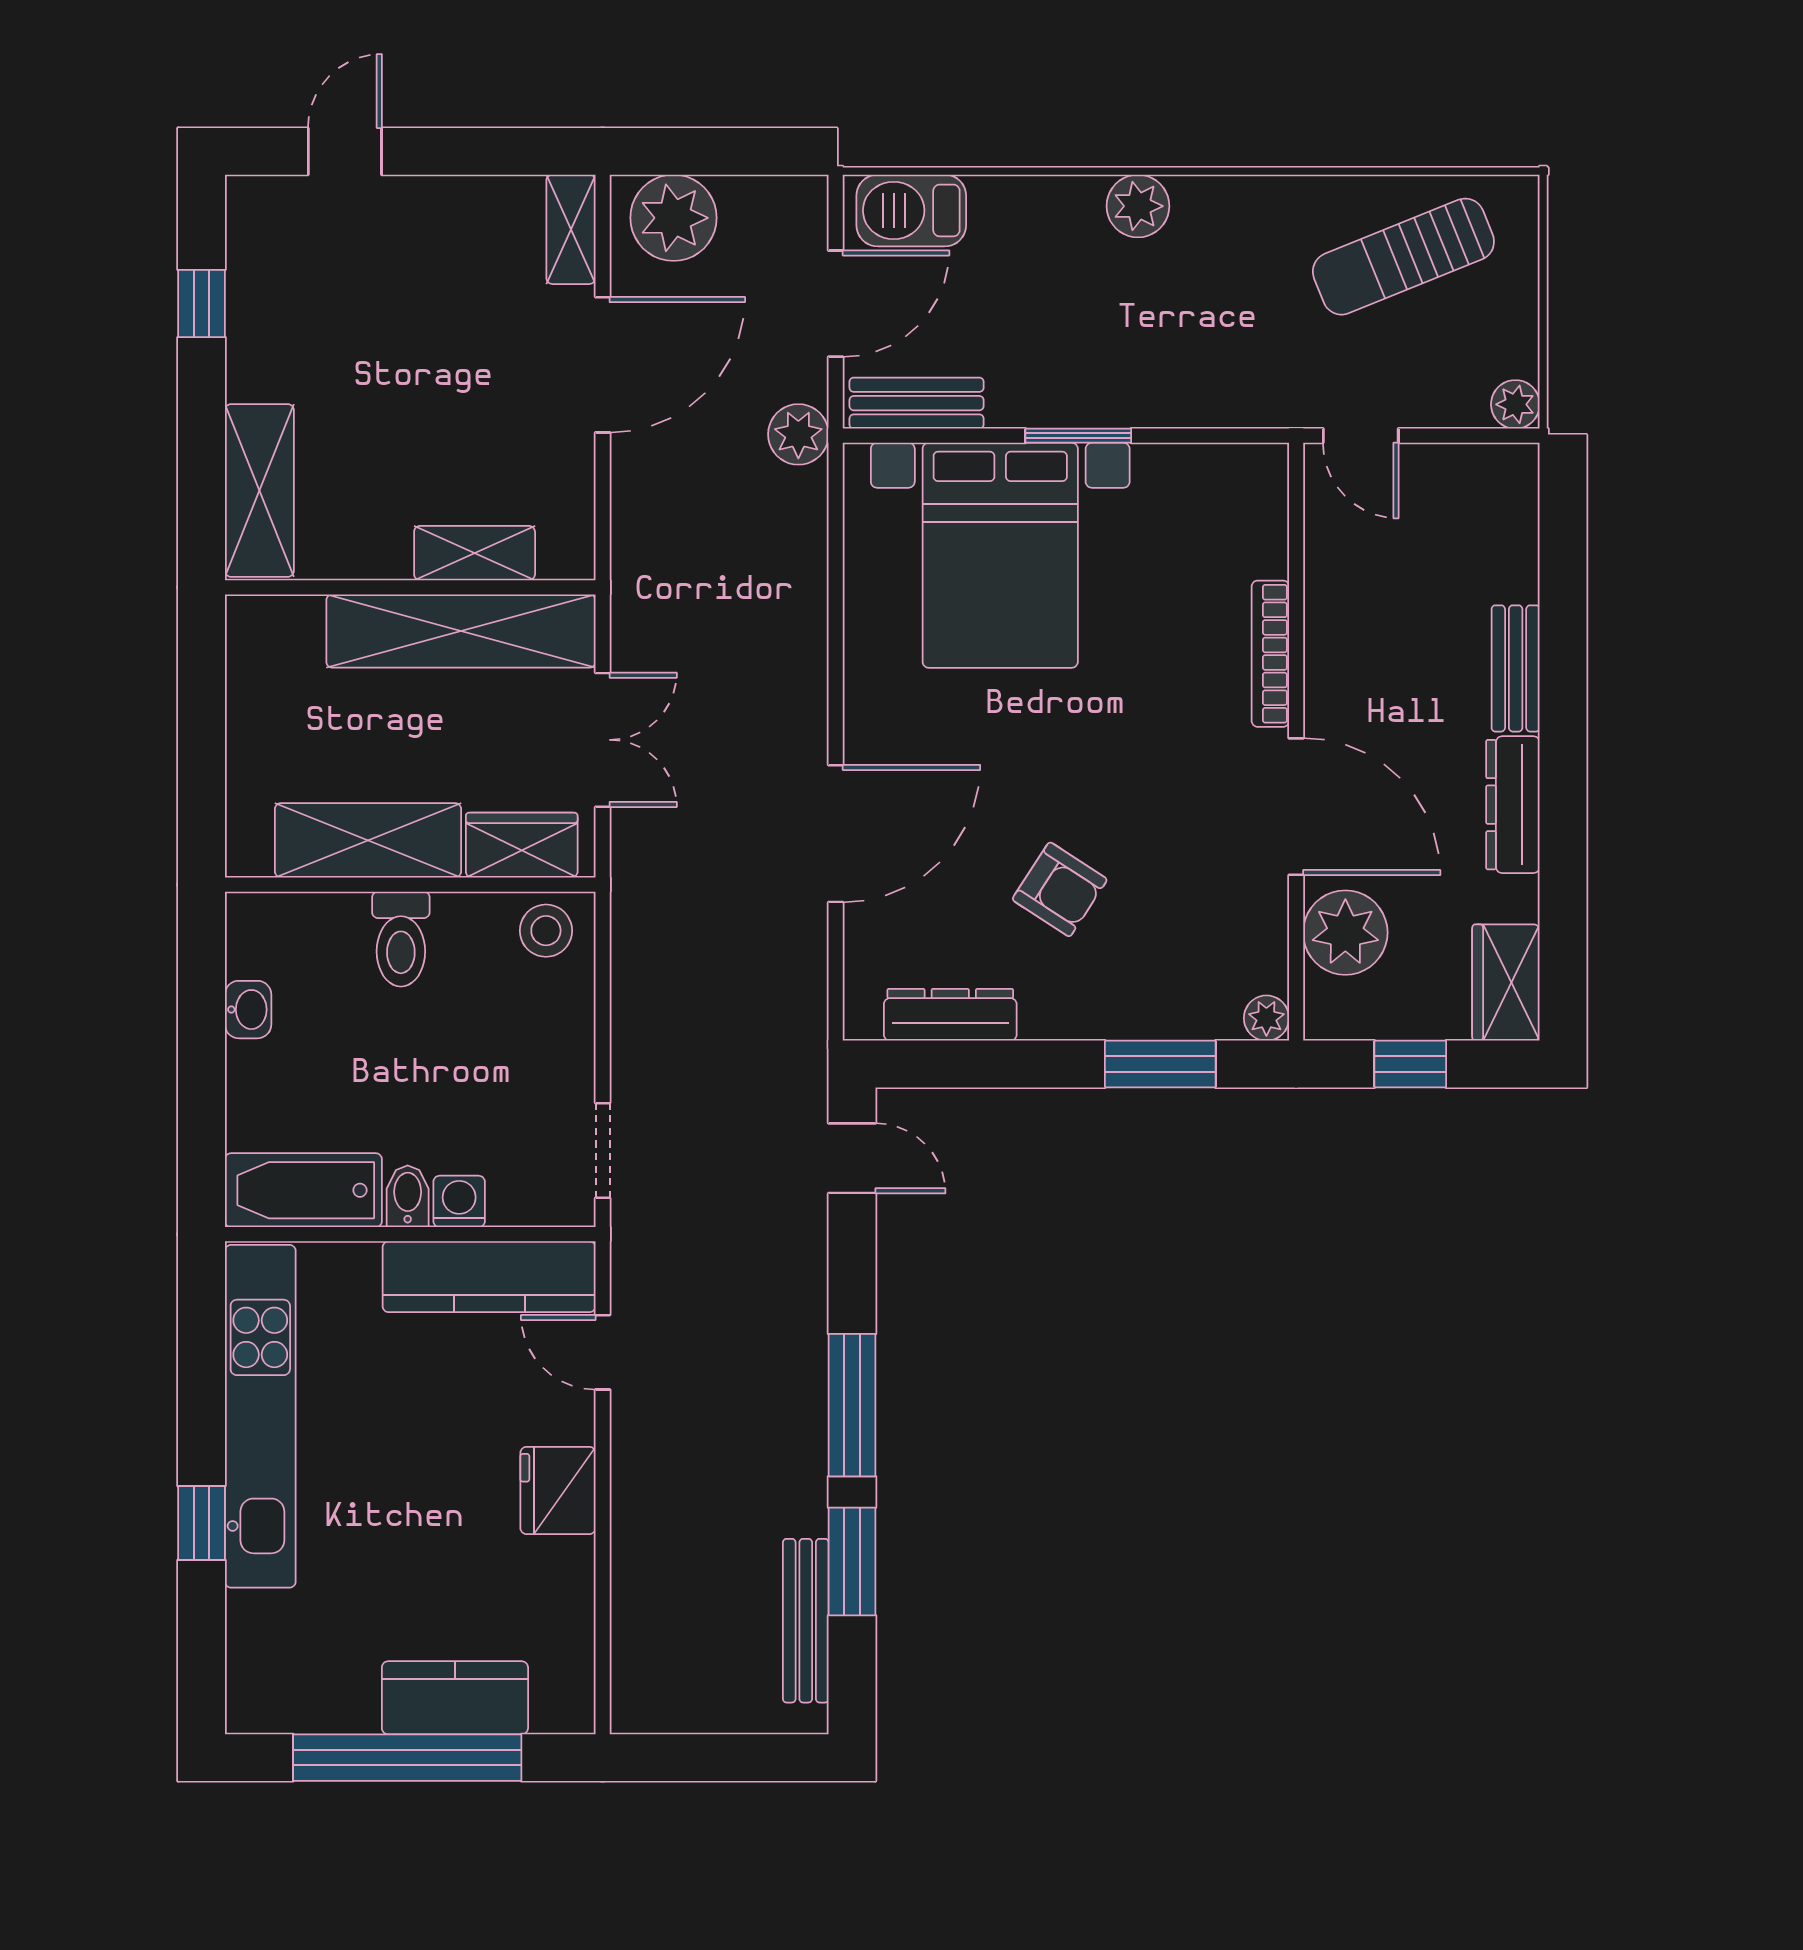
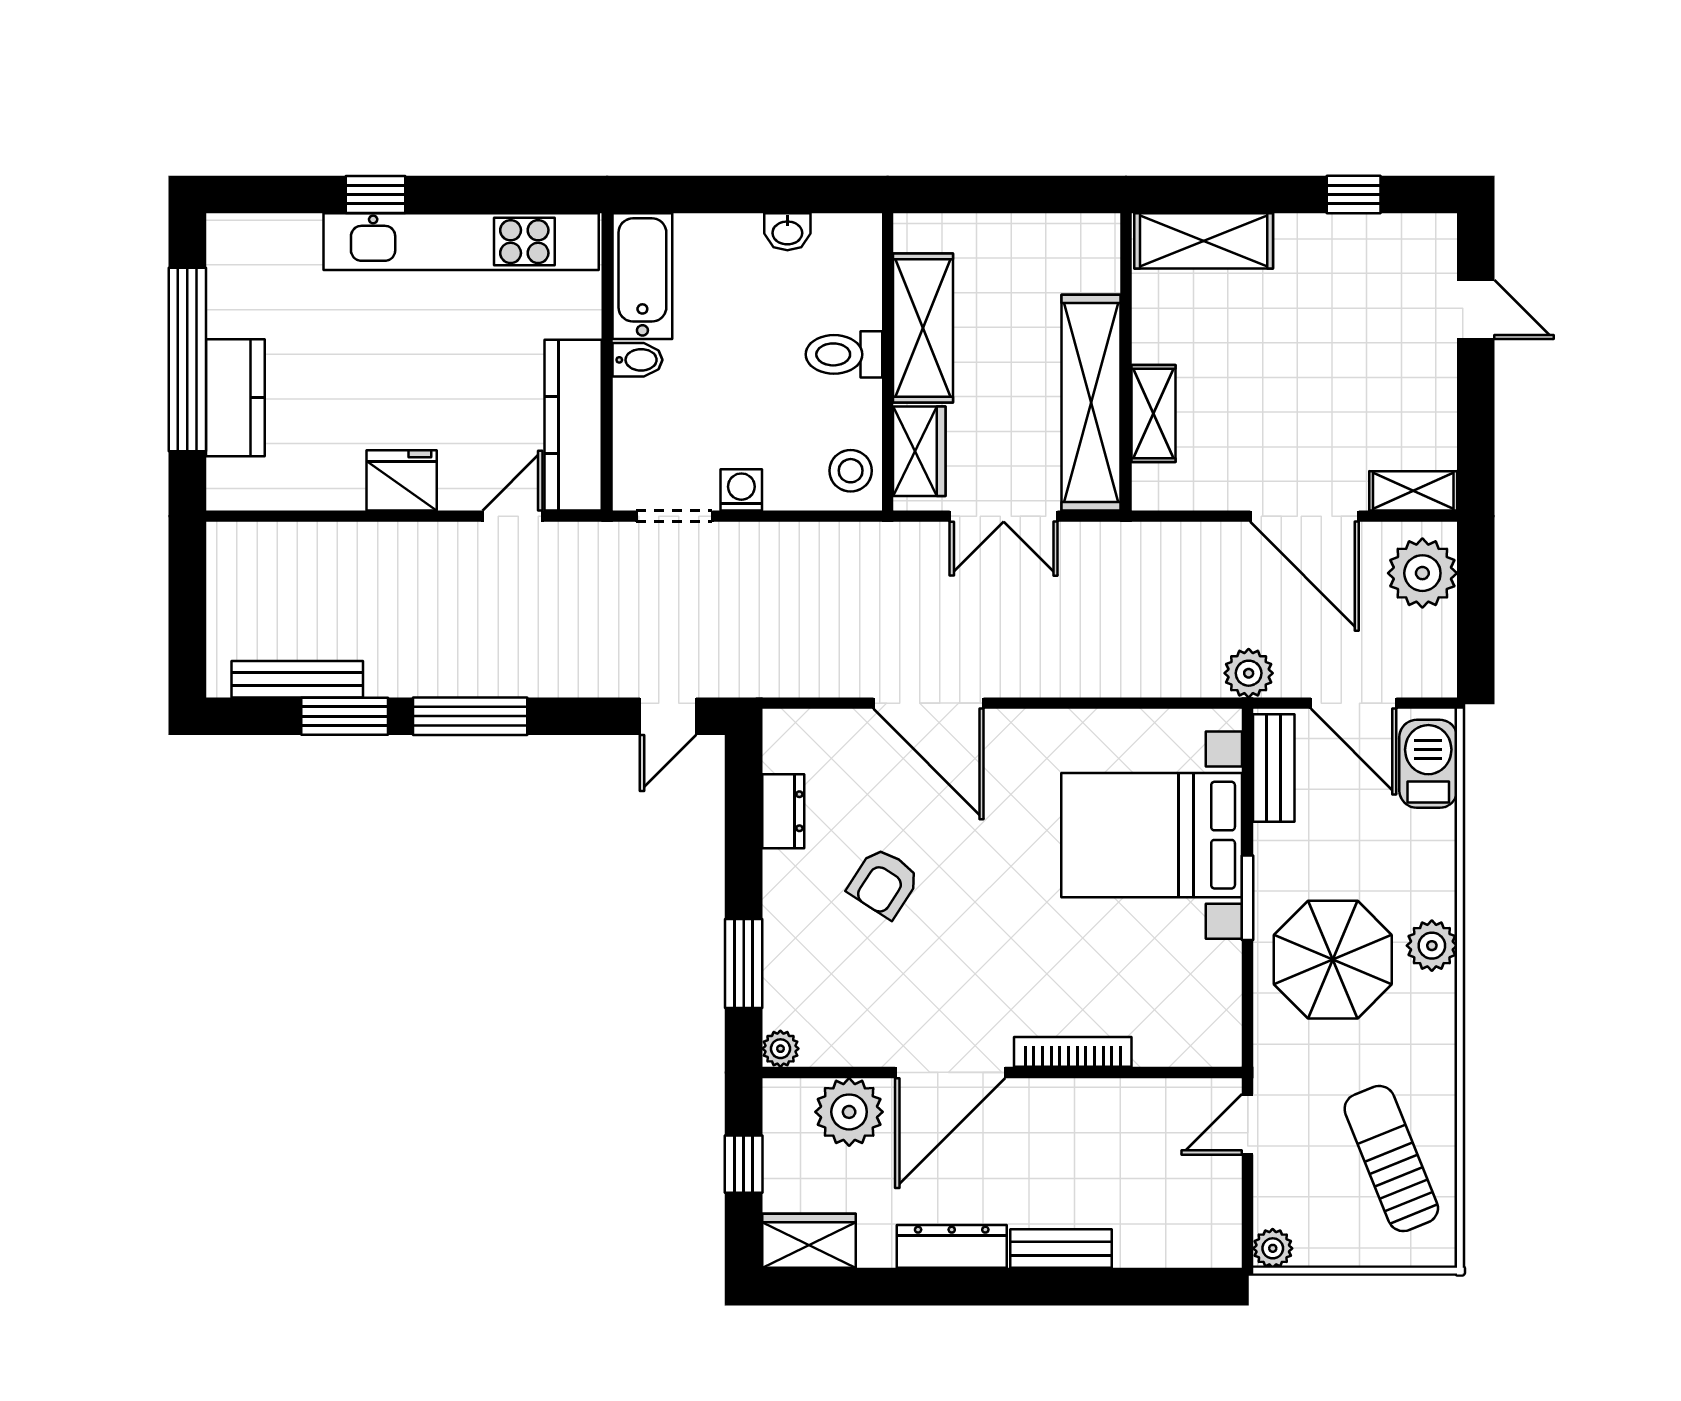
parasol: (1155, 330) -> (1333, 960), added
dresser: (950, 1015) -> (783, 811), width x0.70
washing machine: (459, 1201) -> (741, 490), moved, turned -90

